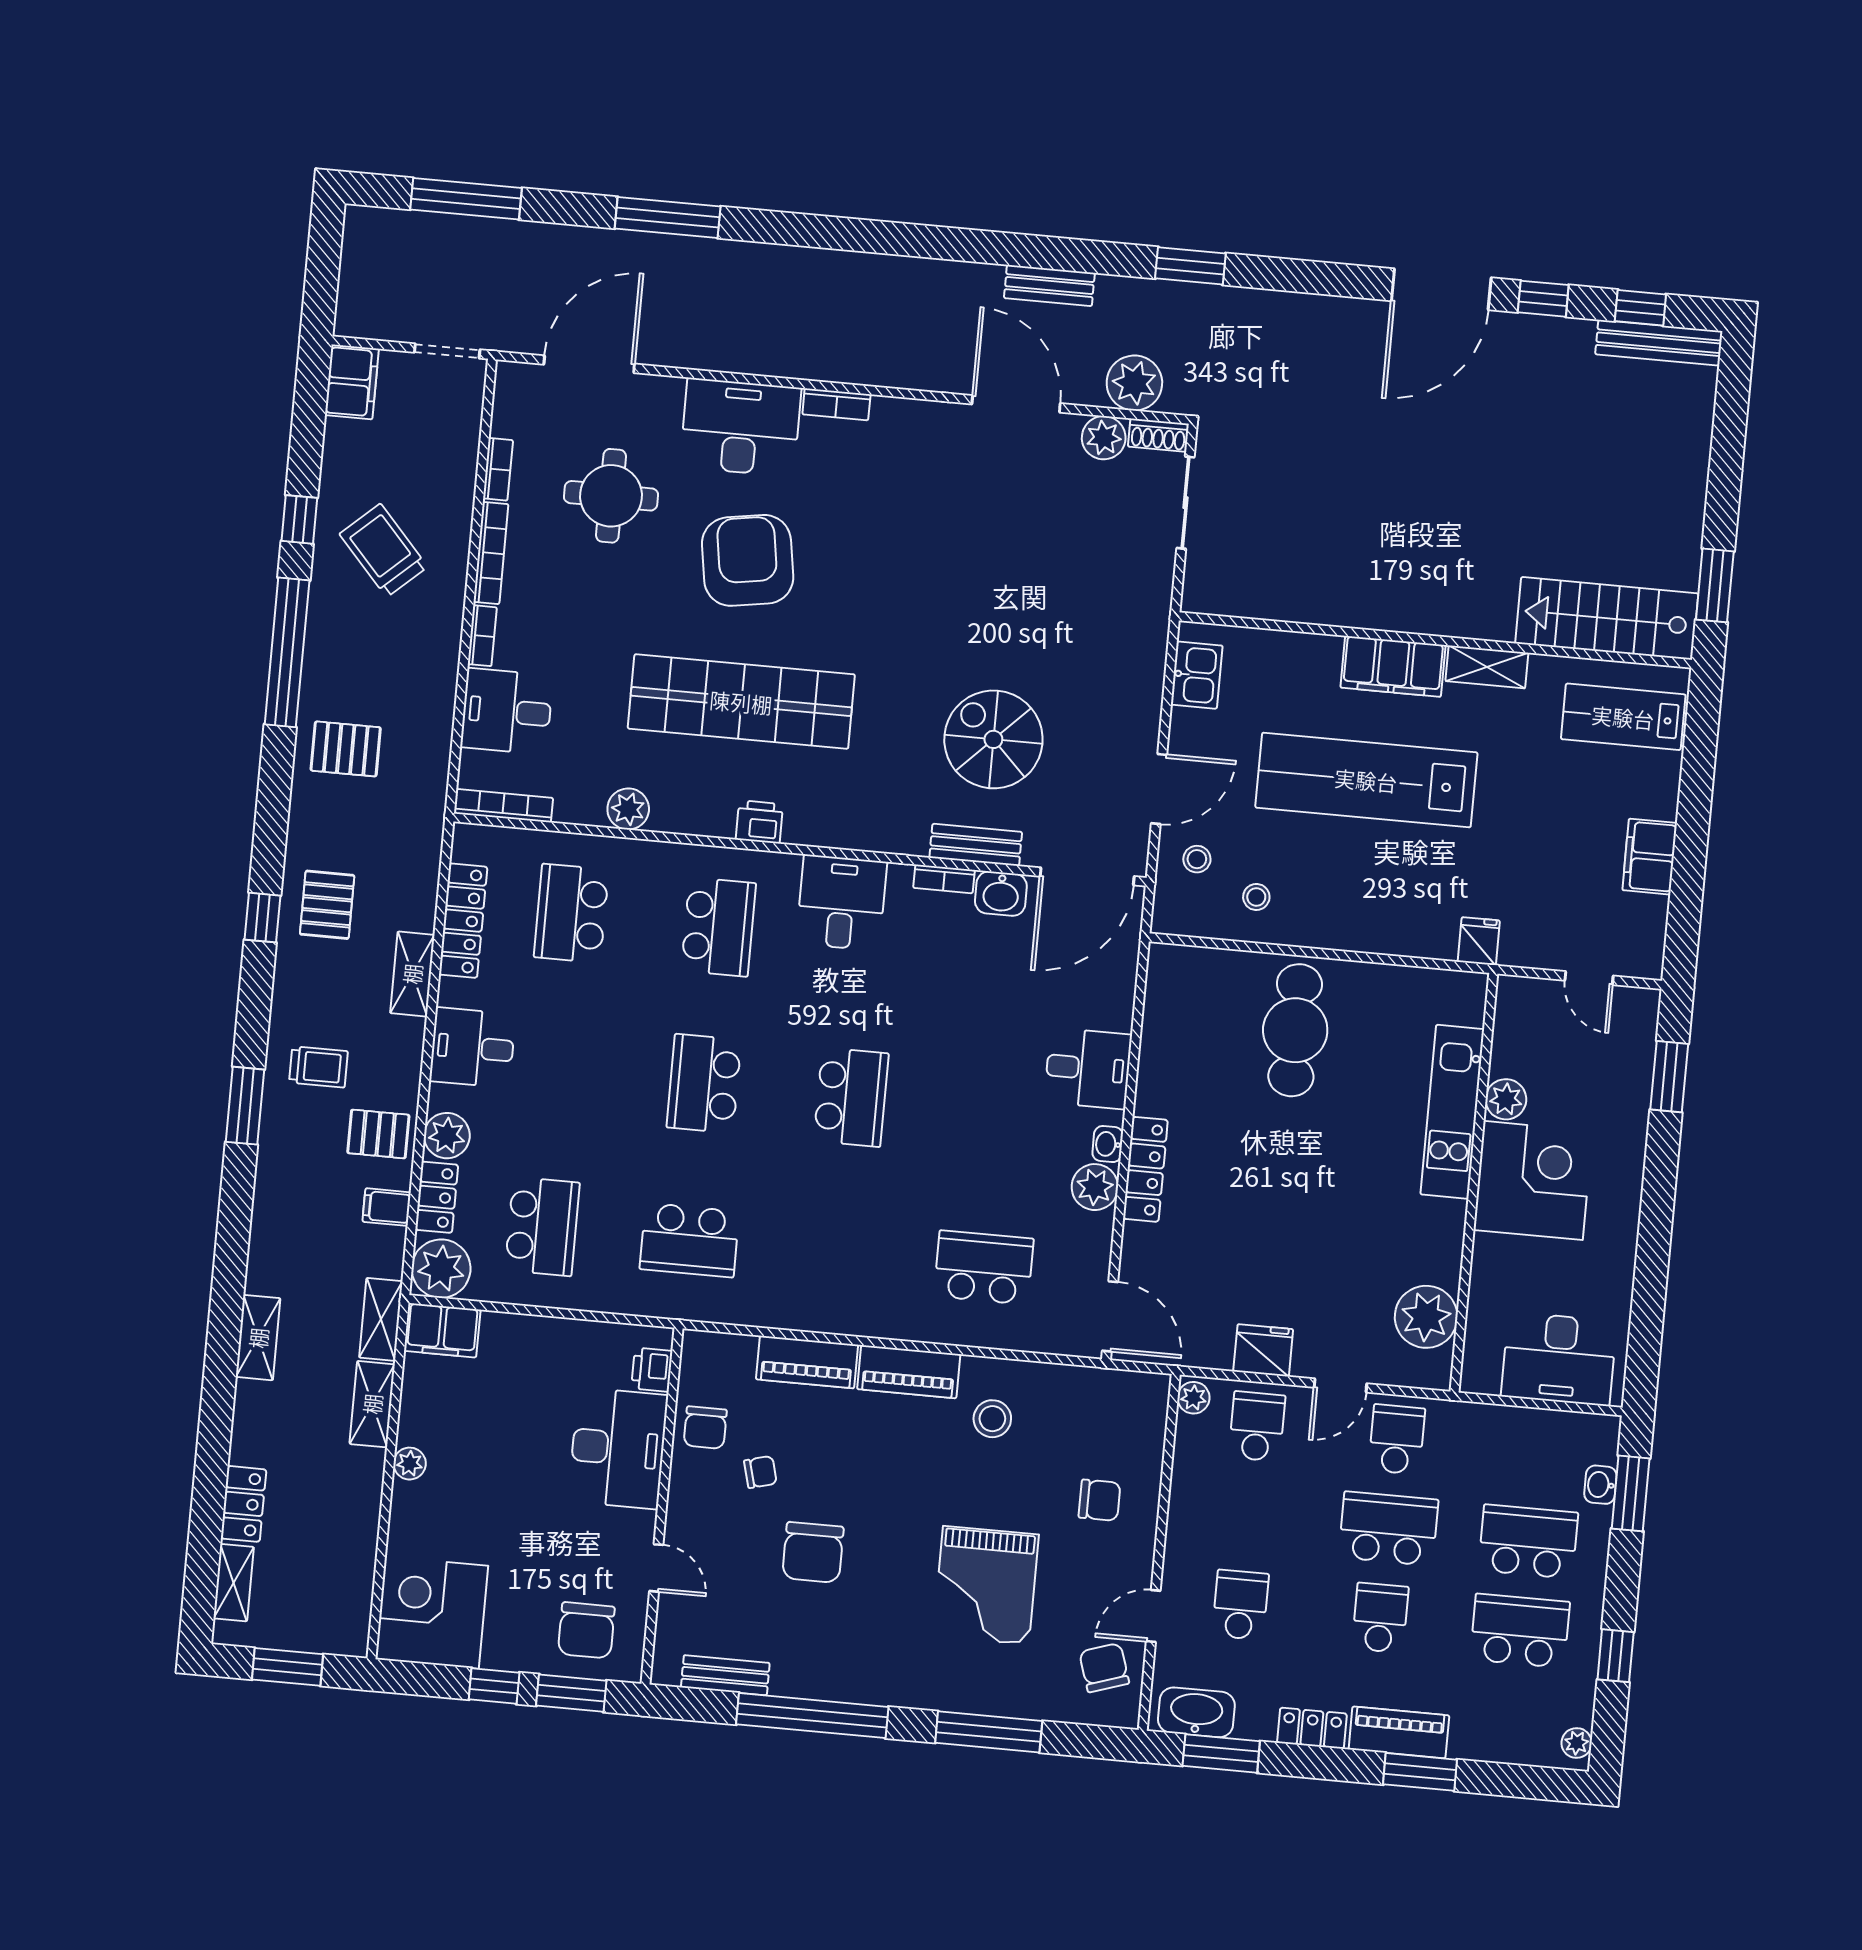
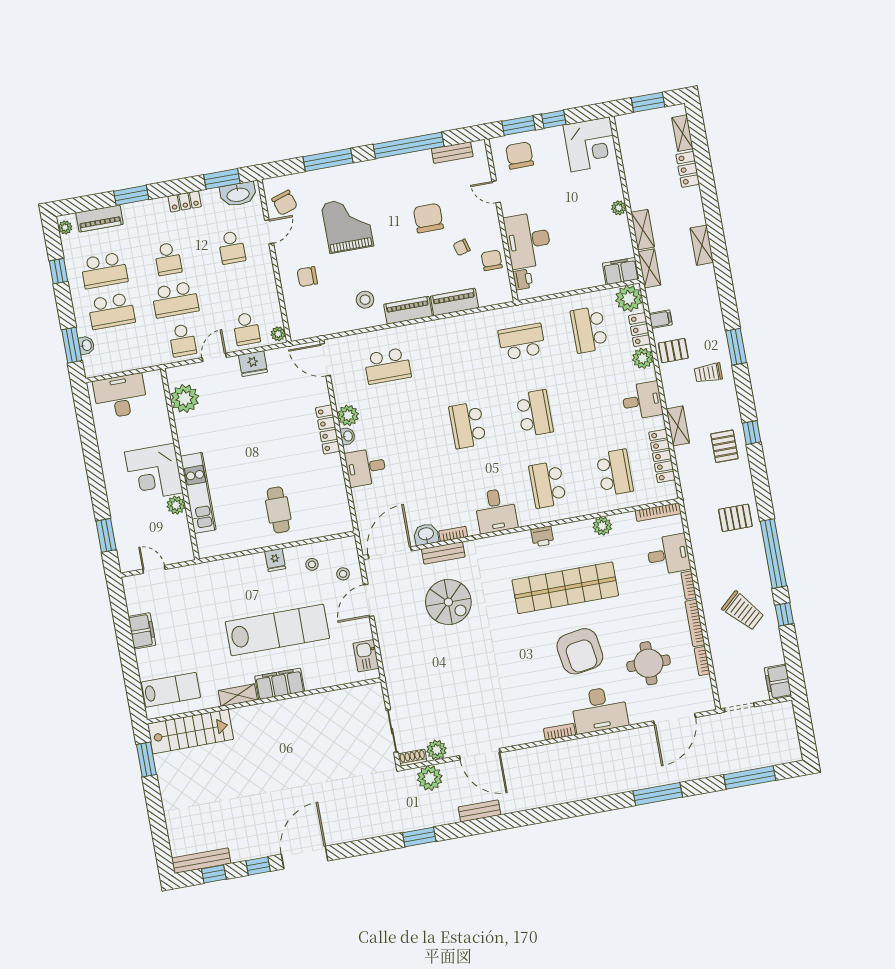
fridge: (1479, 941) -> (275, 560), moved
cafe table: (1295, 1030) -> (278, 510), width x0.73, depth x0.74
piano: (1399, 1732) -> (100, 219), moved

